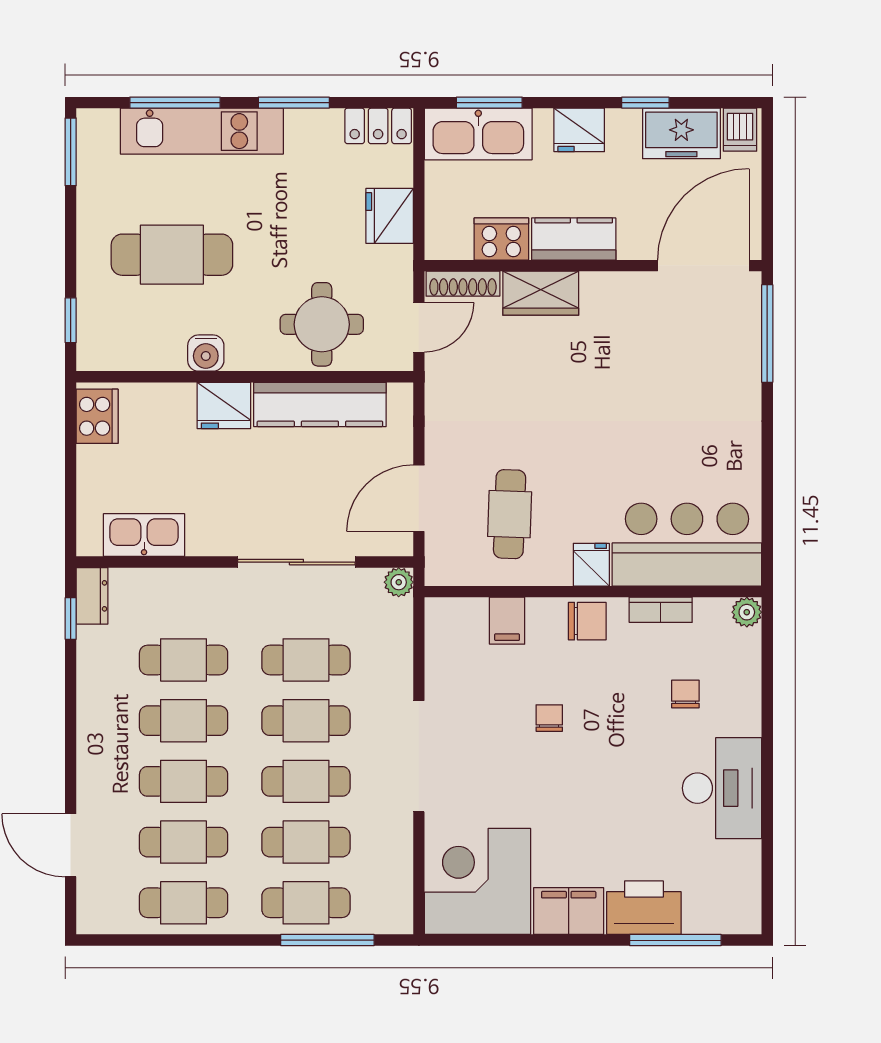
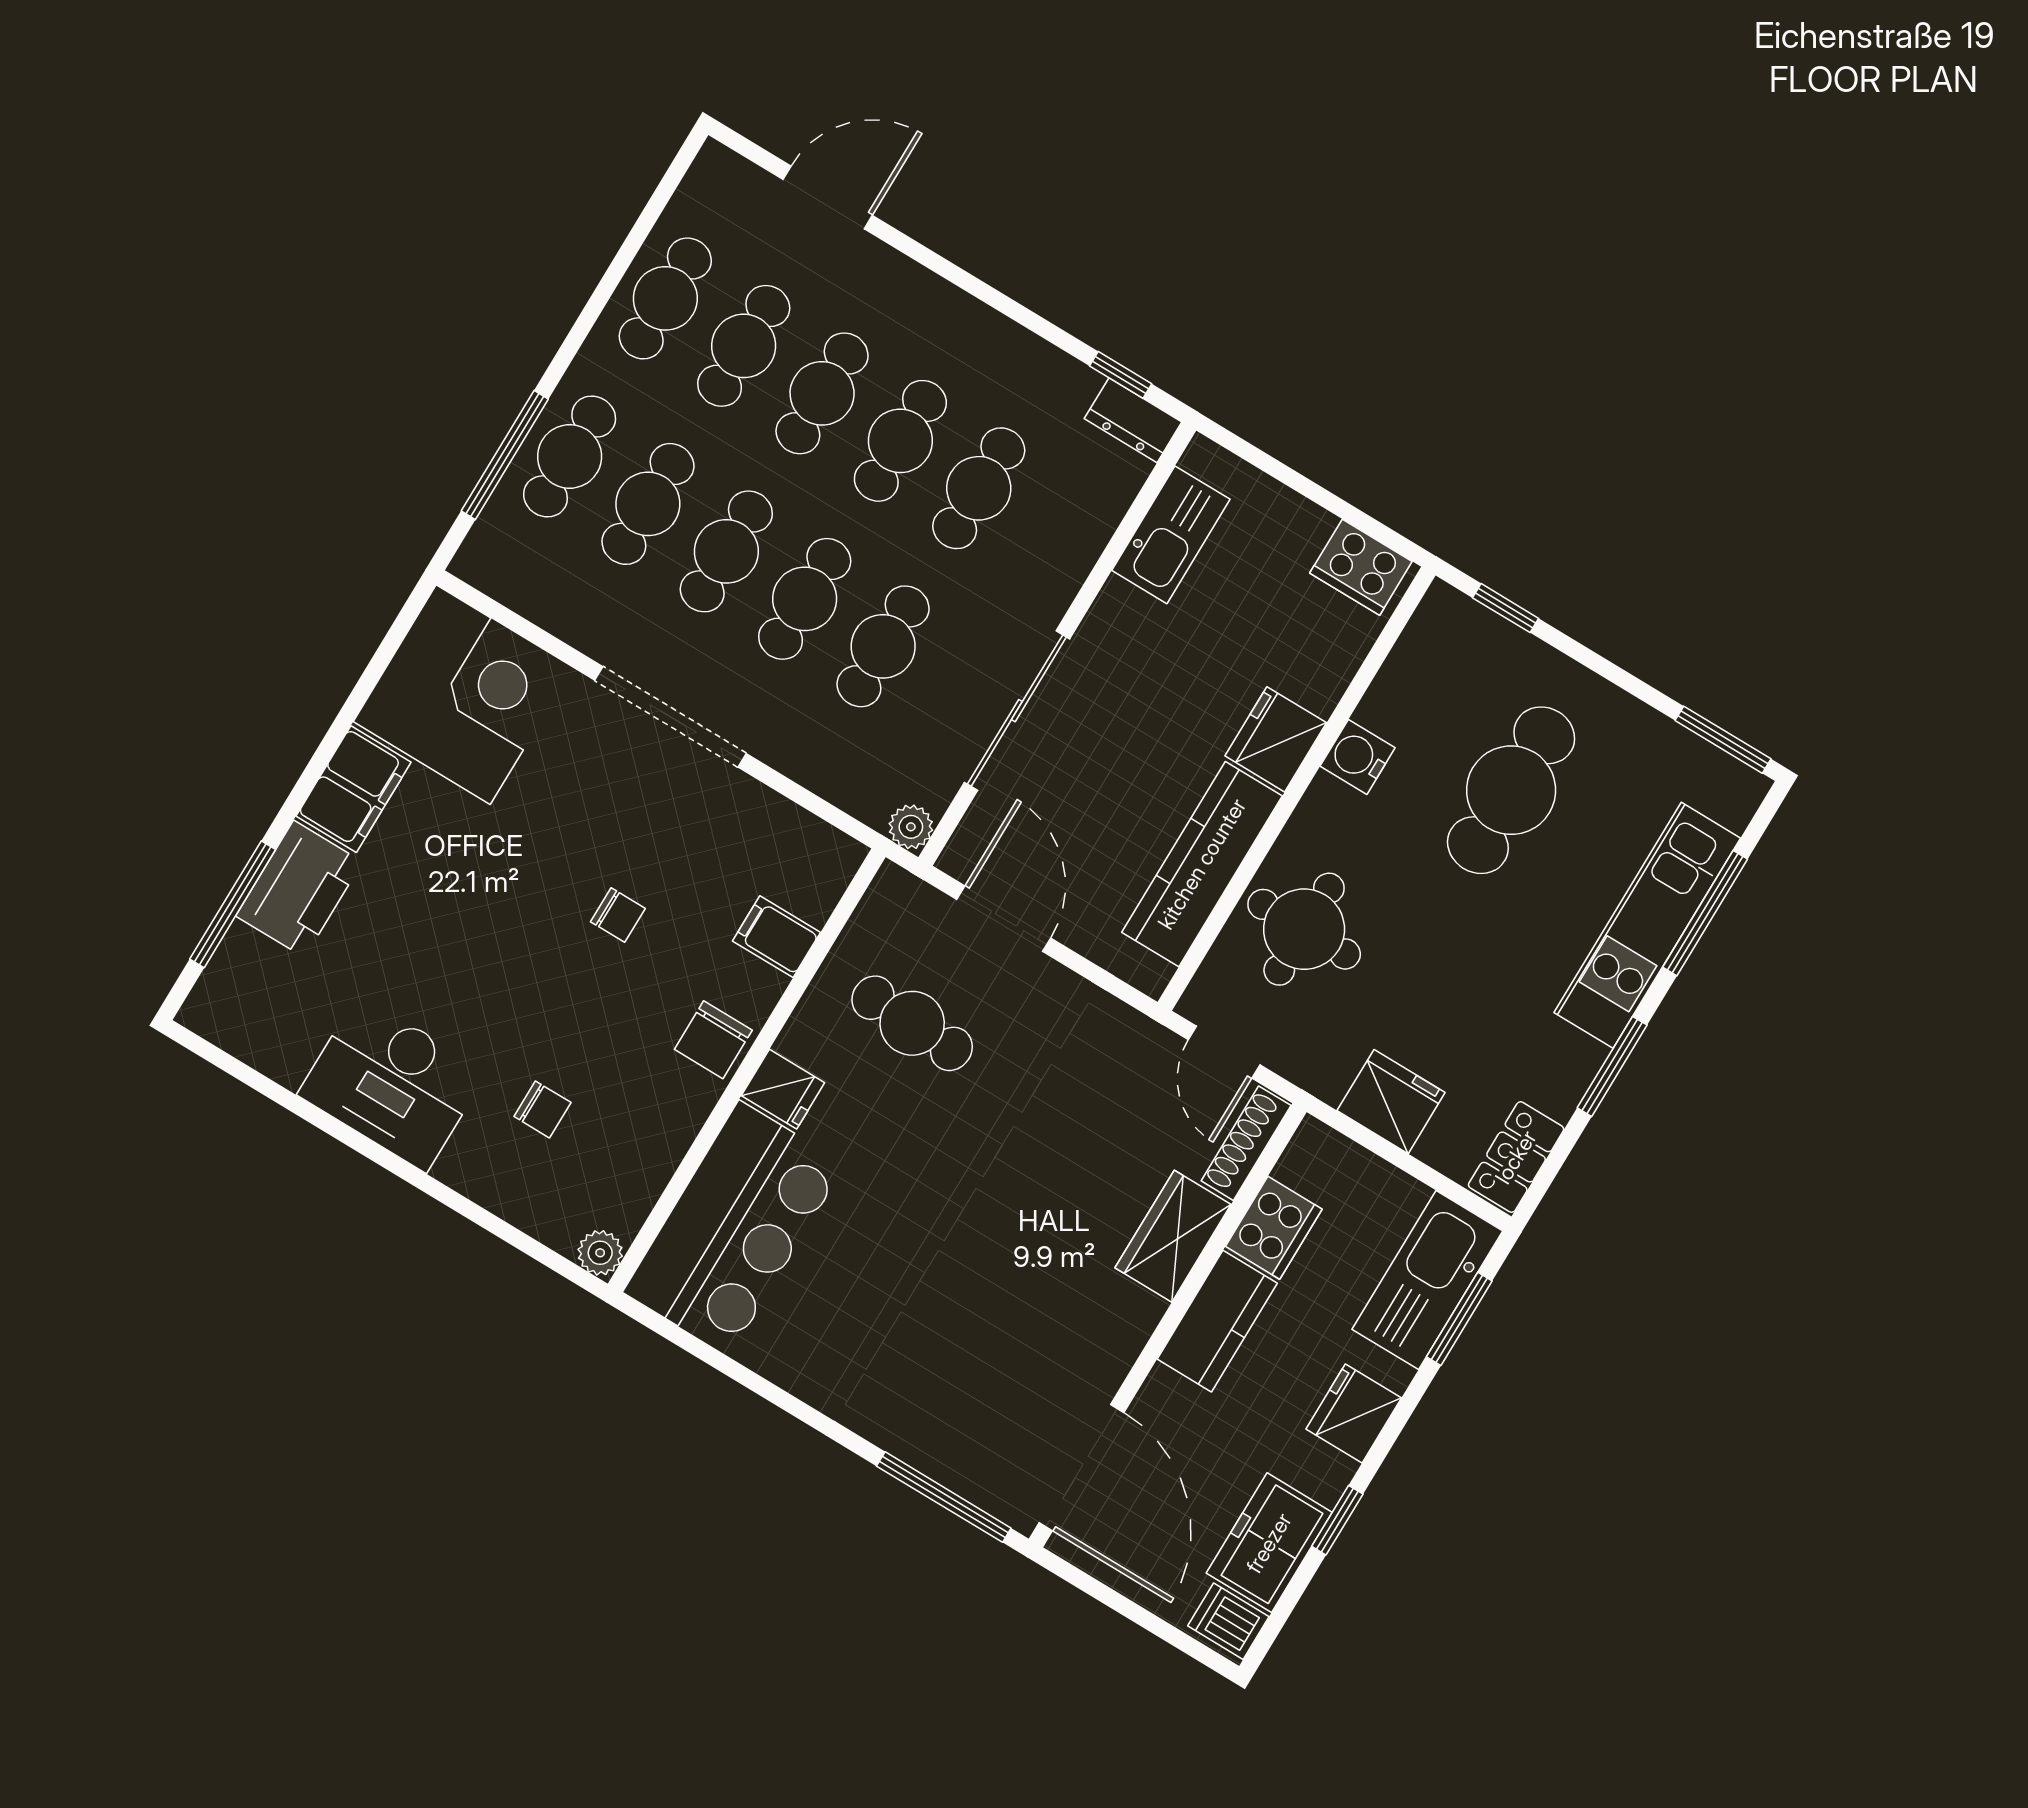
bookcase: (661, 610) -> (670, 1143), removed

